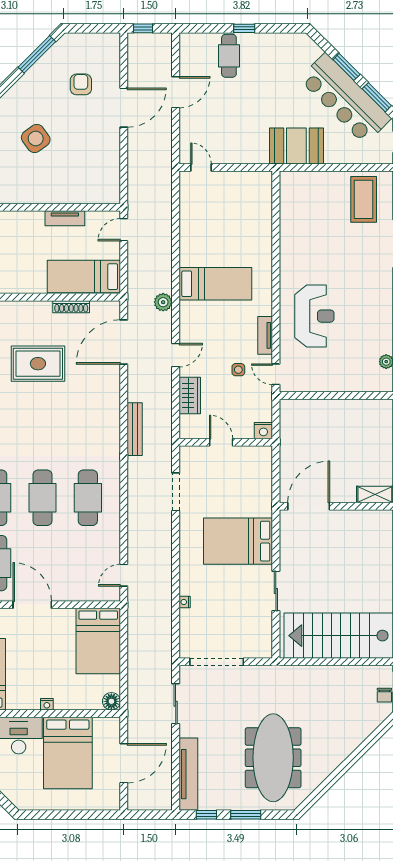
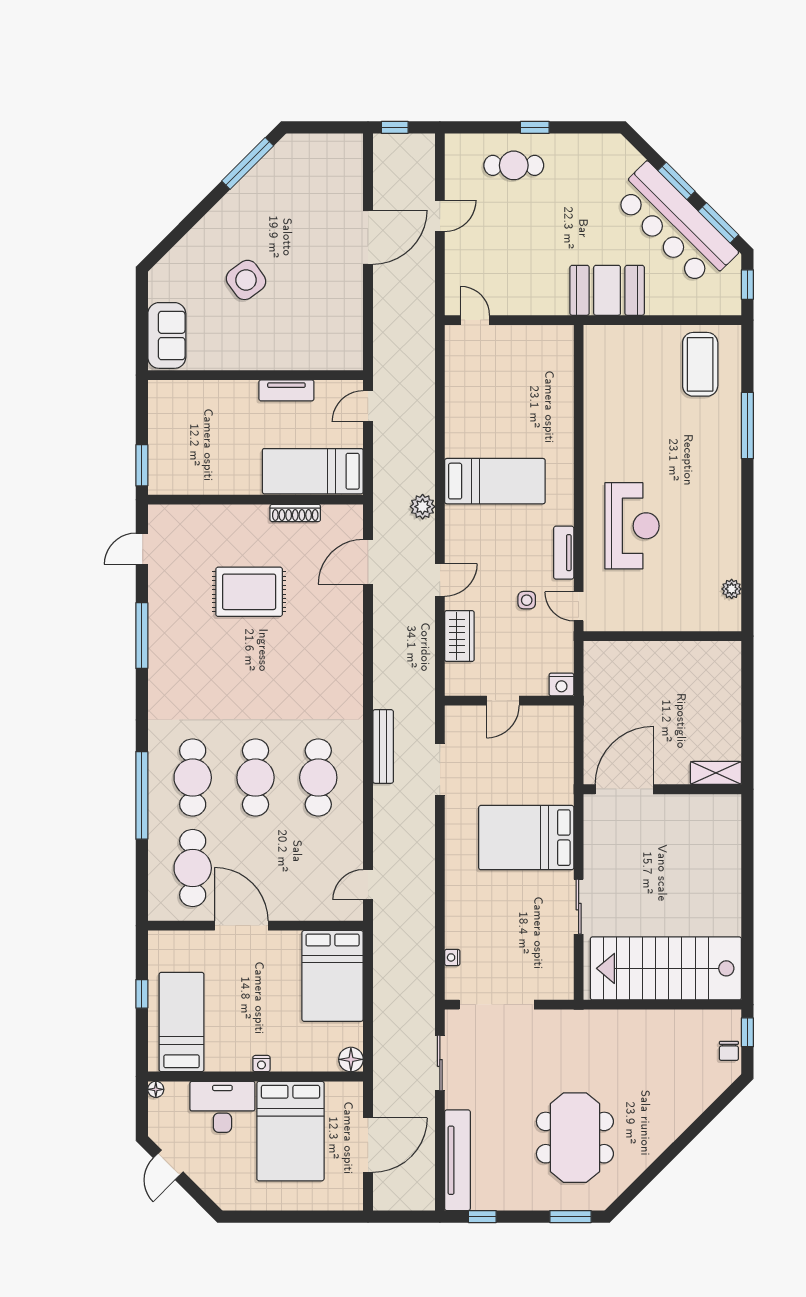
cafe table: (229, 56) -> (514, 165), turned 90
armchair: (81, 84) -> (309, 205), removed
door: (176, 92) -> (440, 216), width x0.73
door: (124, 342) -> (368, 562), width x0.73
bench: (135, 429) -> (383, 746), moved
door: (221, 442) -> (503, 701), swing flipped
nightstand: (185, 602) -> (452, 957), moved
meeting table: (273, 758) -> (575, 1138), width x0.73
window: (246, 815) -> (570, 1217), moved

